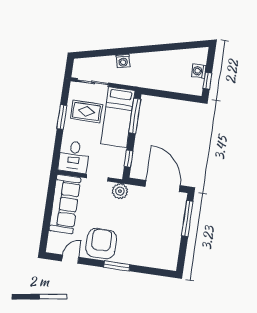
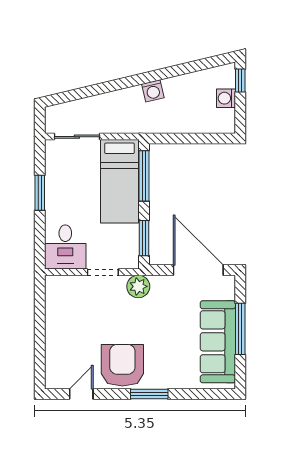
washing machine: (123, 61) -> (153, 91), moved
window: (207, 81) -> (240, 80), moved
rug: (86, 112) -> (74, 180), removed
window: (129, 159) -> (144, 238), width x1.50
sofa: (65, 204) -> (218, 342), moved, turned 180
window: (187, 219) -> (240, 329), moved

